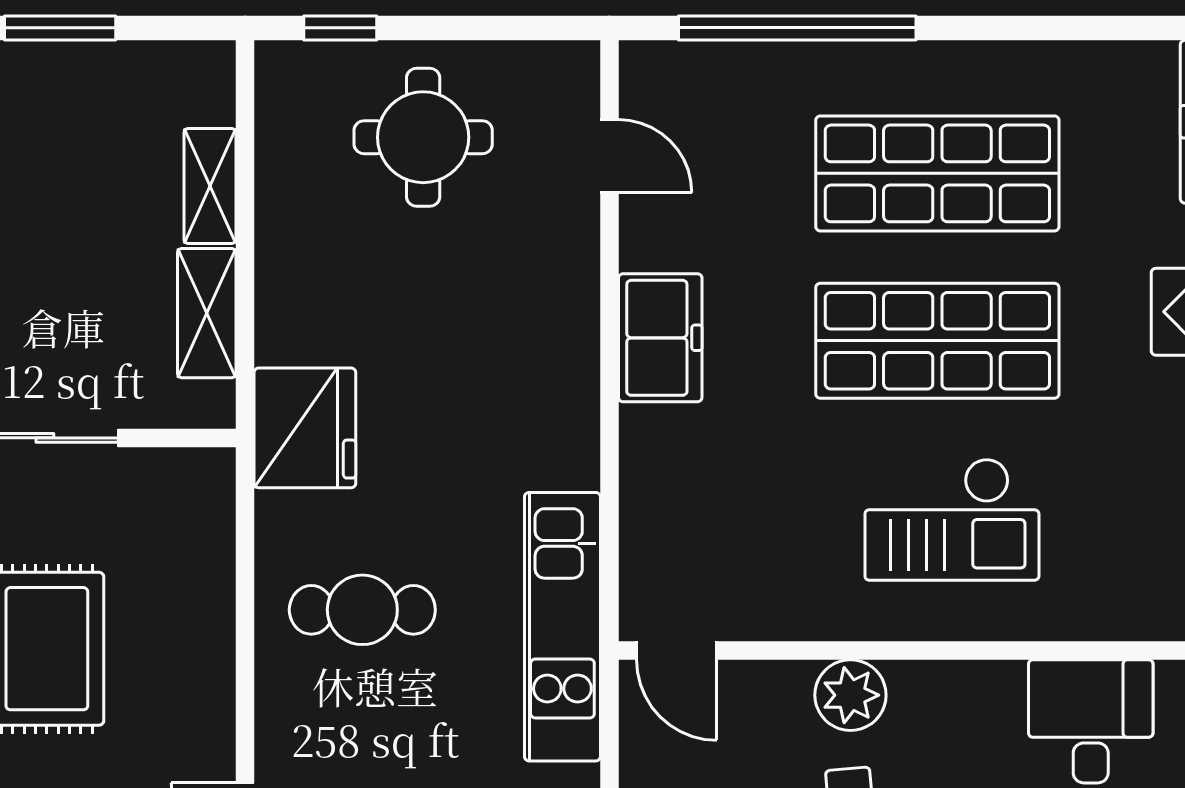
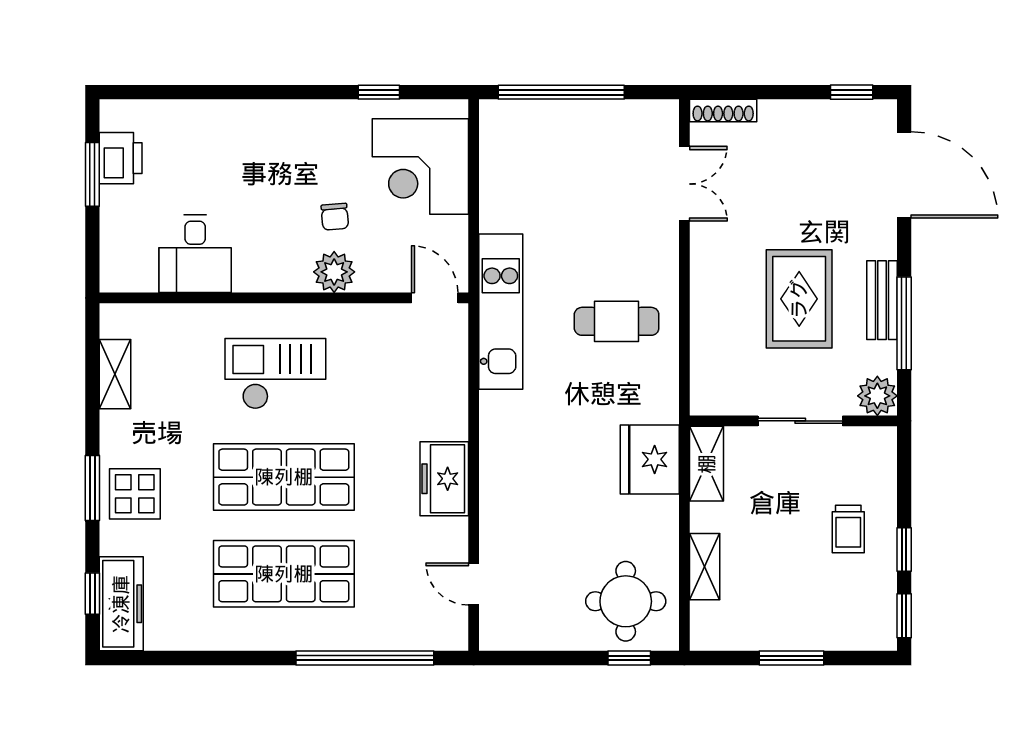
round table: (423, 137) -> (626, 601), moved
shelving: (207, 313) -> (707, 464), moved
fridge: (305, 428) -> (650, 459), moved

